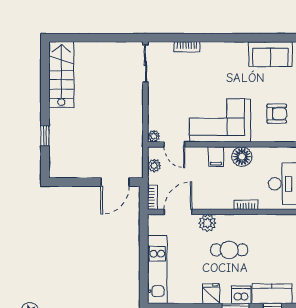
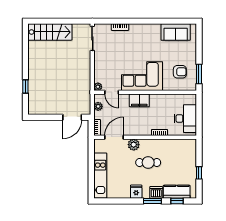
stairs: (61, 74) -> (50, 32), moved, turned 90
filing cabinet: (216, 157) -> (139, 100), width x2.00
floor lamp: (242, 157) -> (157, 100), removed

